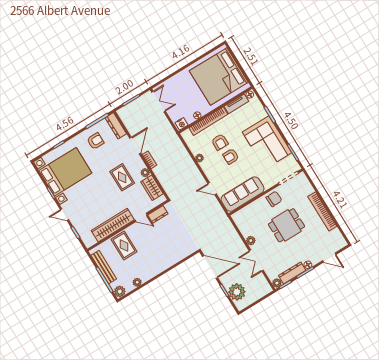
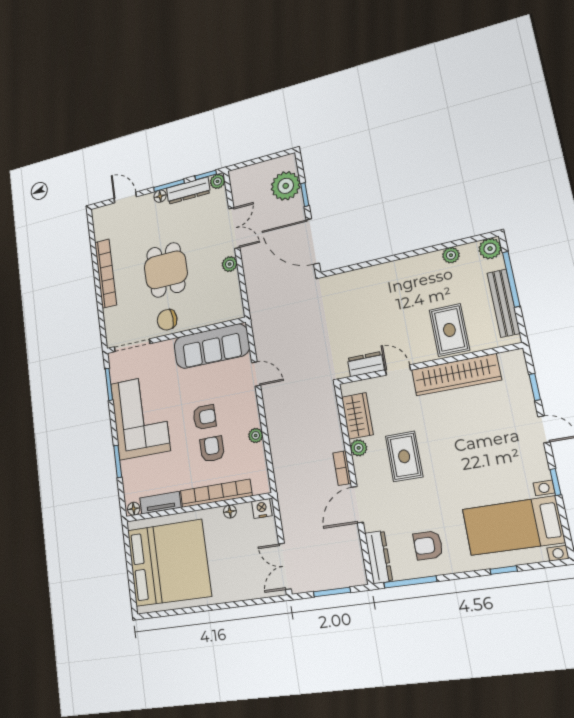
bed with nightstands: (65, 172) -> (513, 526), width x0.73
dining table: (286, 225) -> (166, 270), turned 90

